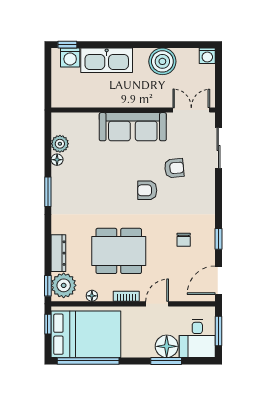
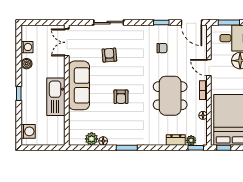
window: (67, 45) -> (19, 93), moved
washing machine: (207, 56) -> (27, 47), moved
kitchen sink: (107, 60) -> (56, 97), moved, turned 180
boiler: (162, 61) -> (27, 64), width x0.54, depth x0.54
sliding door: (218, 148) -> (109, 23), moved
armchair: (147, 190) -> (121, 97), moved
dresser: (58, 253) -> (176, 140), width x0.70
plant: (64, 285) -> (191, 140), width x0.53, depth x0.53

